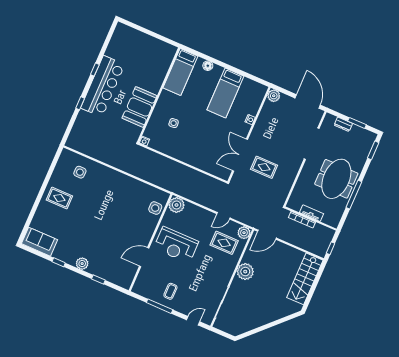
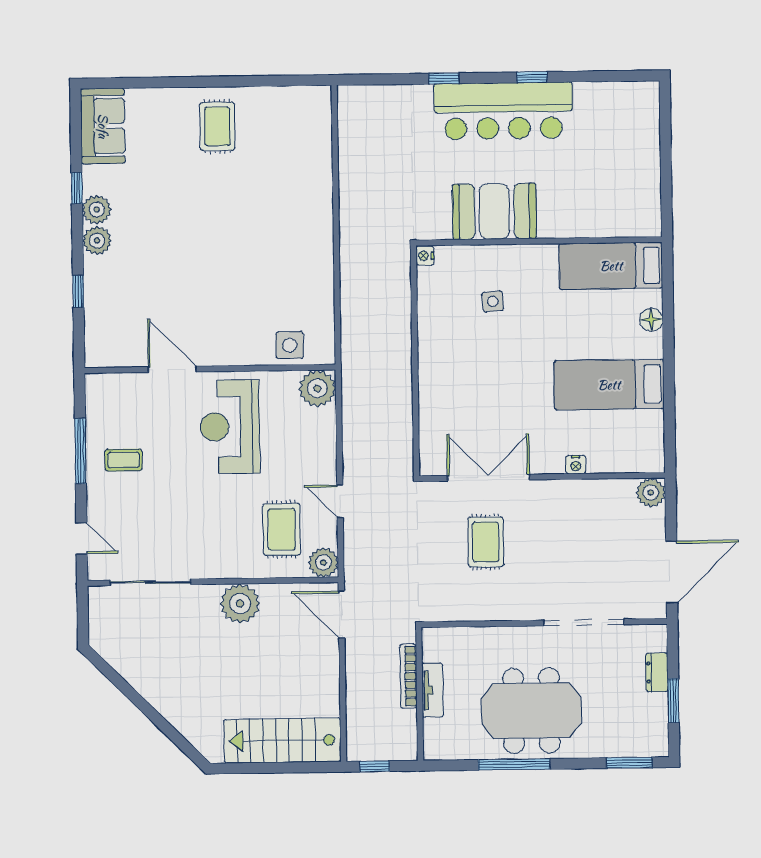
side table: (80, 172) -> (294, 146), removed
plant: (70, 258) -> (97, 210), added

